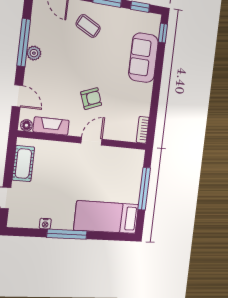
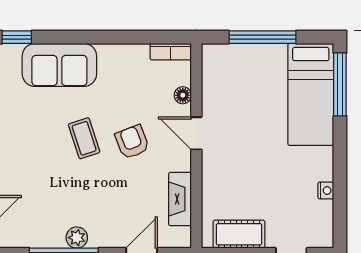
coffee table: (88, 26) -> (84, 138), moved, turned -45
floor lamp: (26, 125) -> (183, 95), moved
window: (67, 234) -> (340, 84), moved

